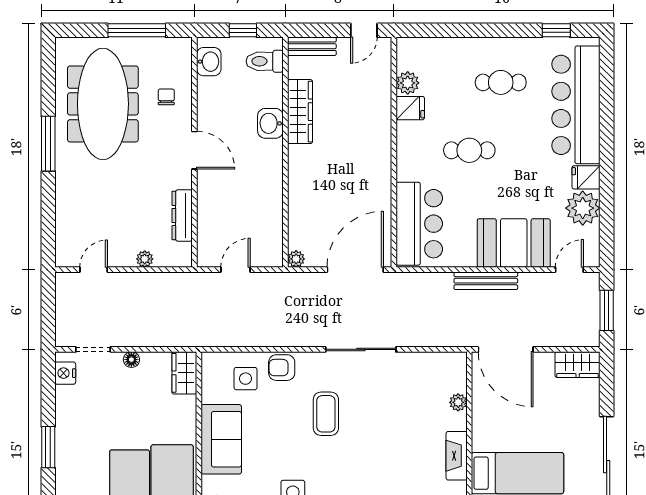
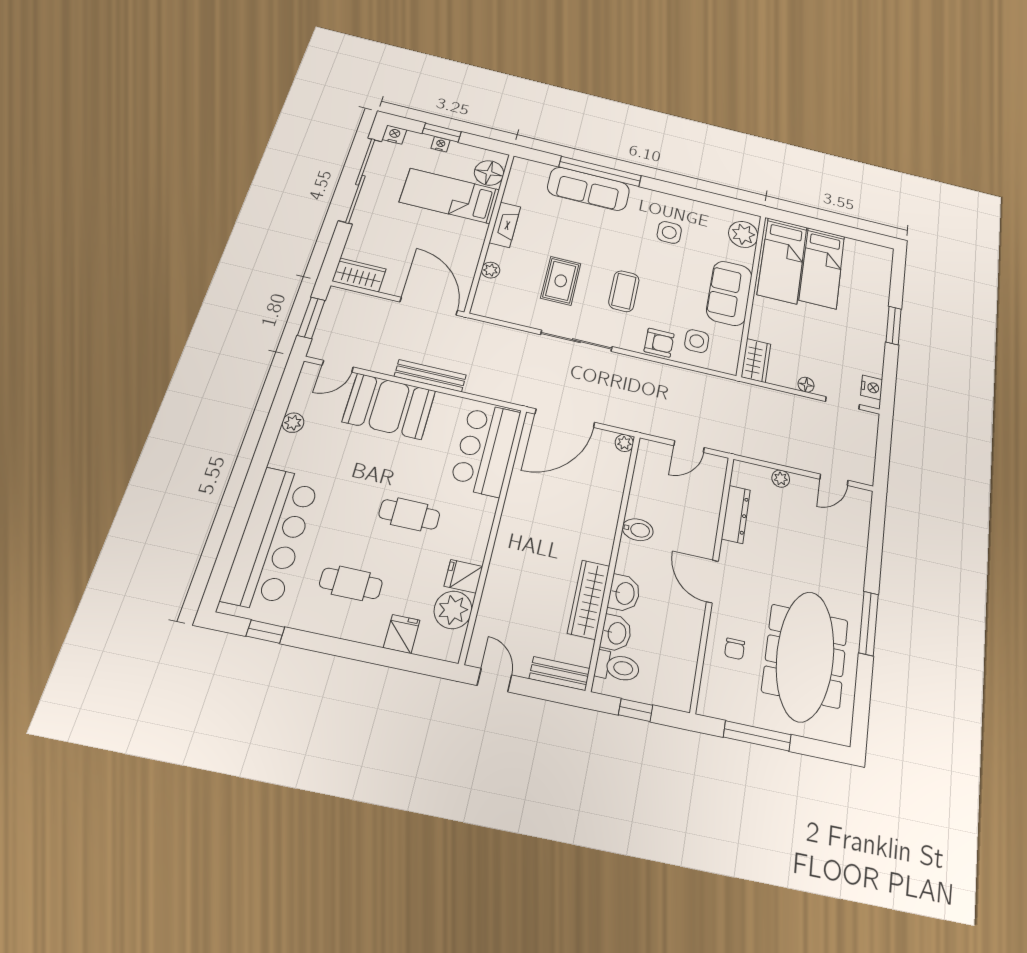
door: (364, 30) -> (494, 680), hinge flipped
washbasin: (209, 62) -> (616, 633), moved, turned 180
plant: (408, 83) -> (453, 610), width x1.36, depth x1.36
fridge: (586, 177) -> (402, 634), moved, turned -90
bidet: (269, 181) -> (638, 530), added
plant: (583, 208) -> (293, 423), width x0.53, depth x0.53
rug: (389, 409) -> (561, 281), added

